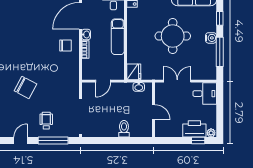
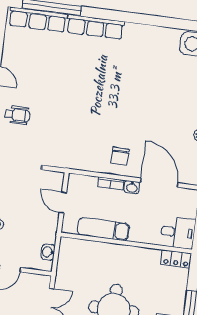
exam couch: (118, 37) -> (103, 229), moved
fridge: (134, 72) -> (70, 248), removed
chair: (25, 87) -> (68, 92), removed

